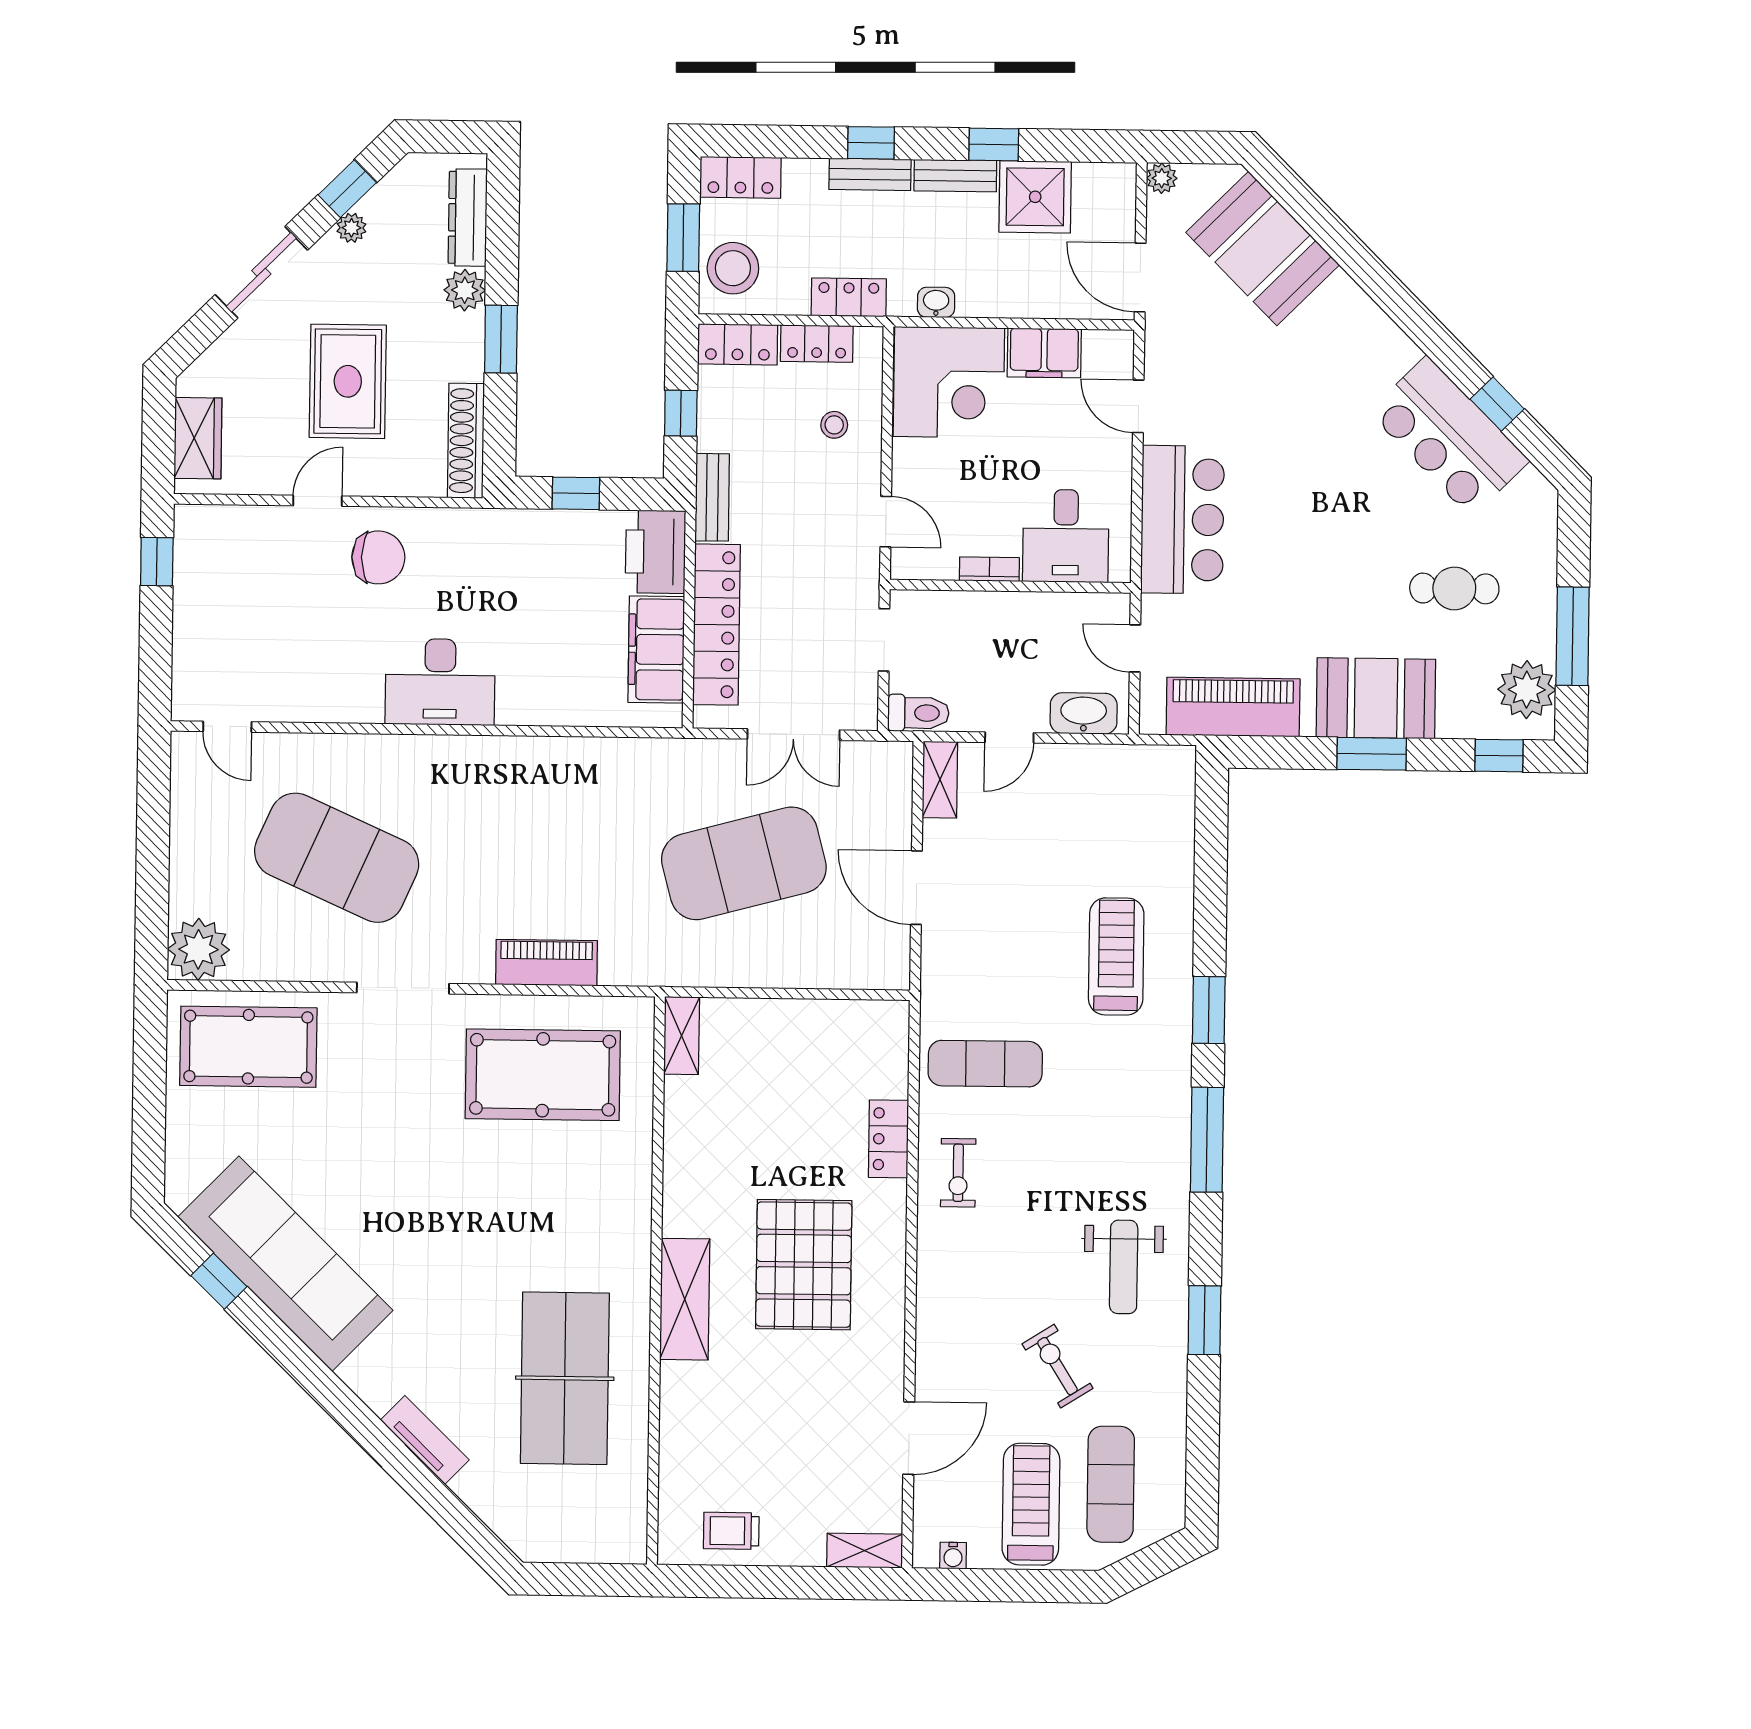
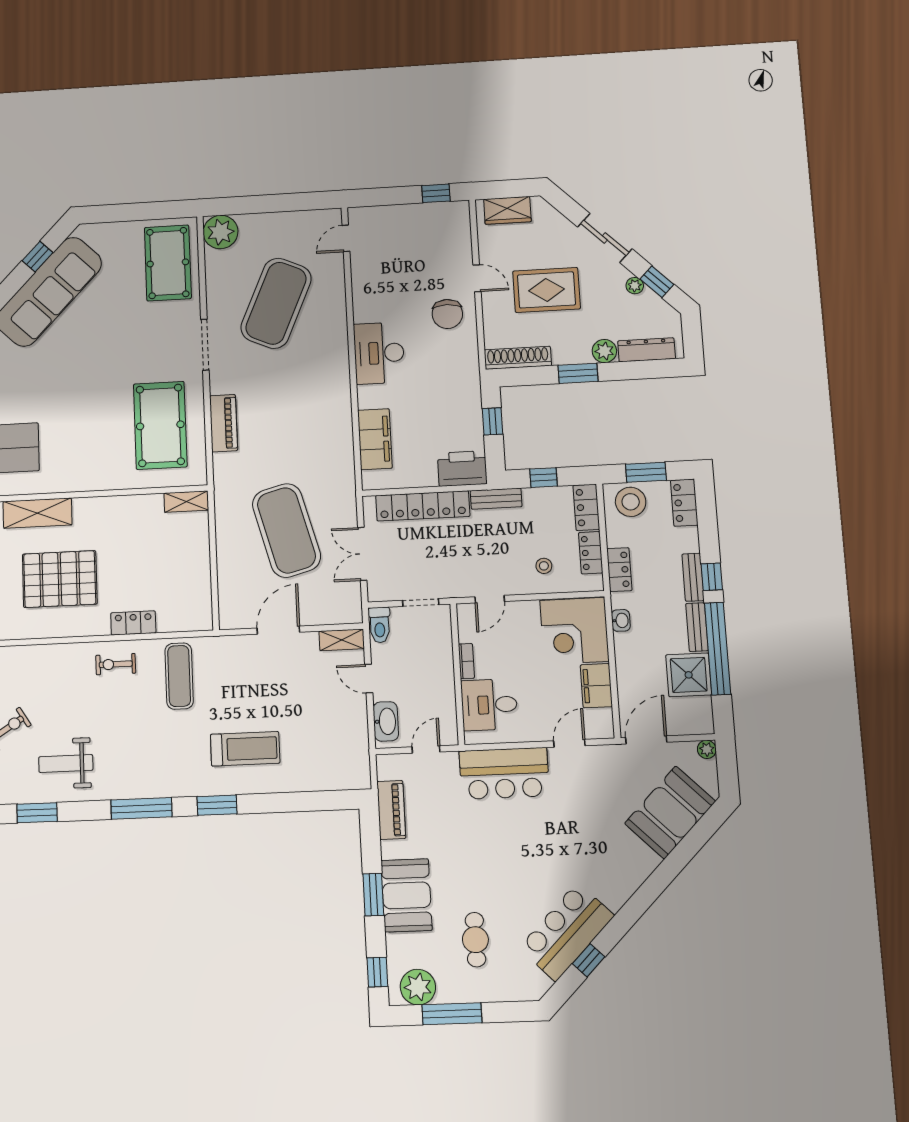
window: (994, 145) -> (718, 649), width x3.17
filing cabinet: (656, 650) -> (375, 439), moved, turned 90
piano: (1233, 707) -> (391, 810), width x0.73, depth x0.75

